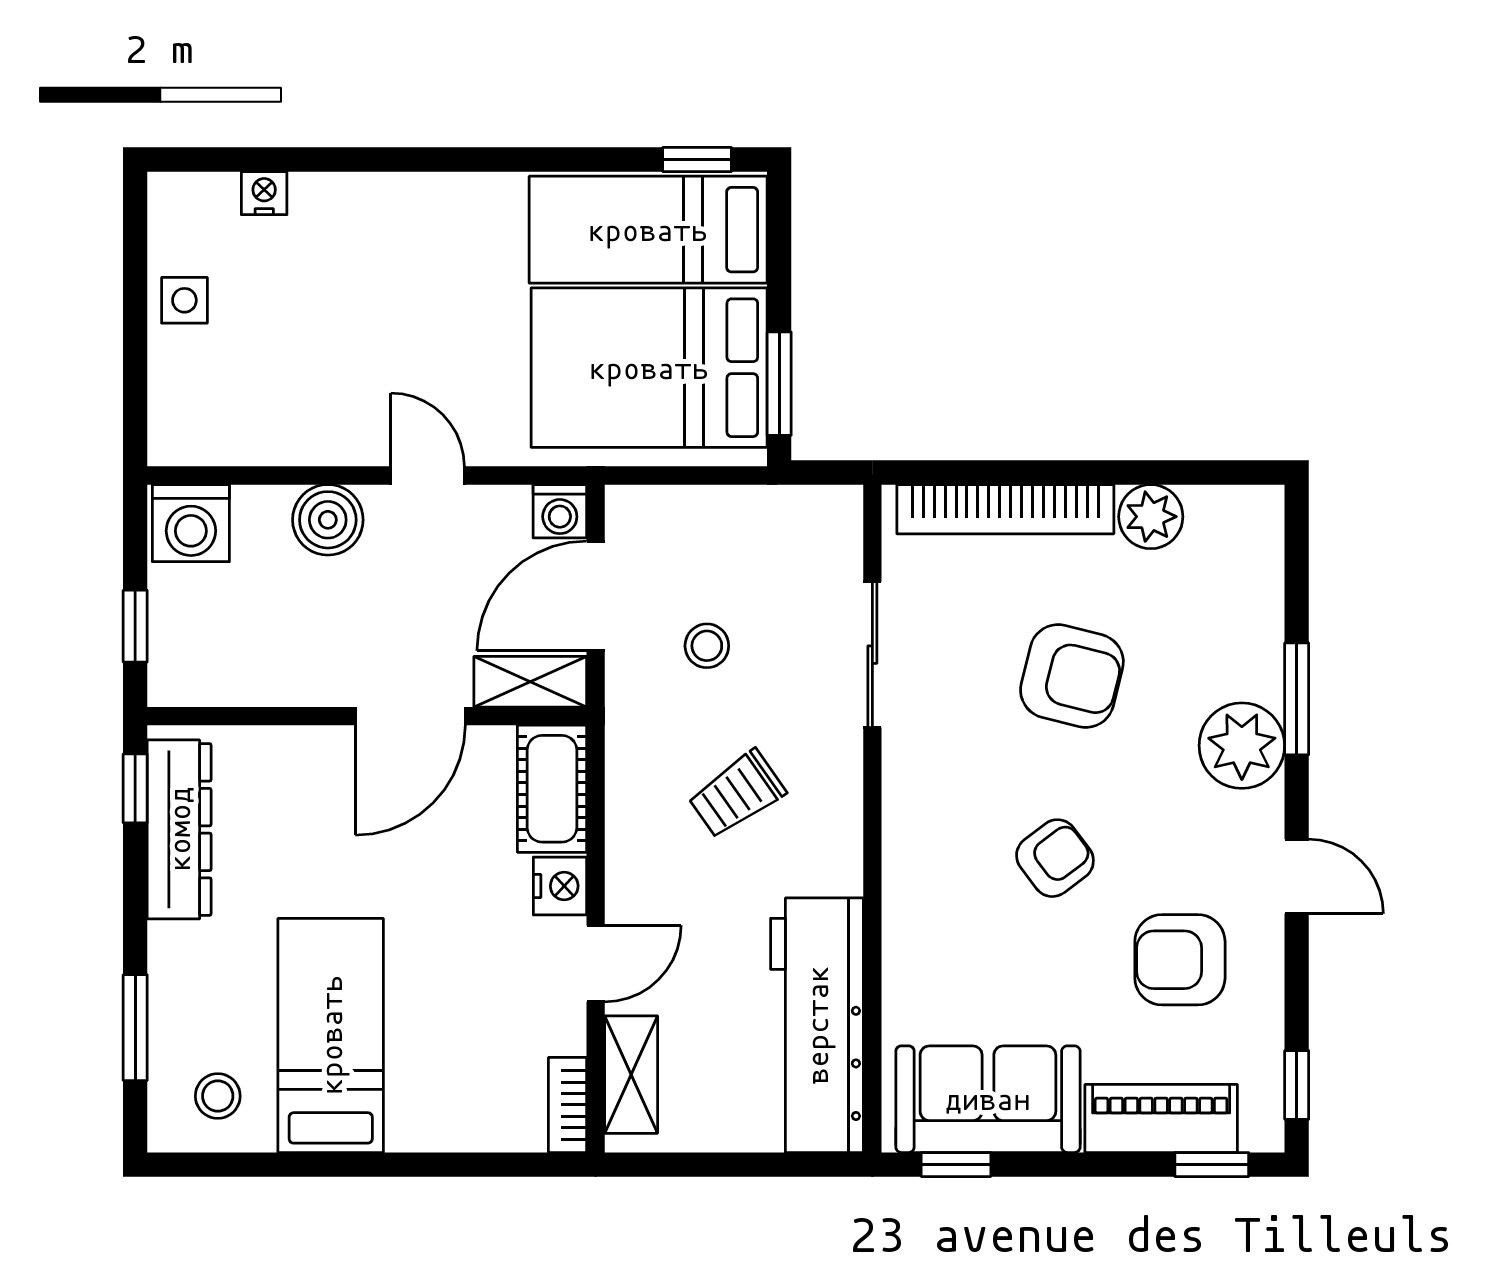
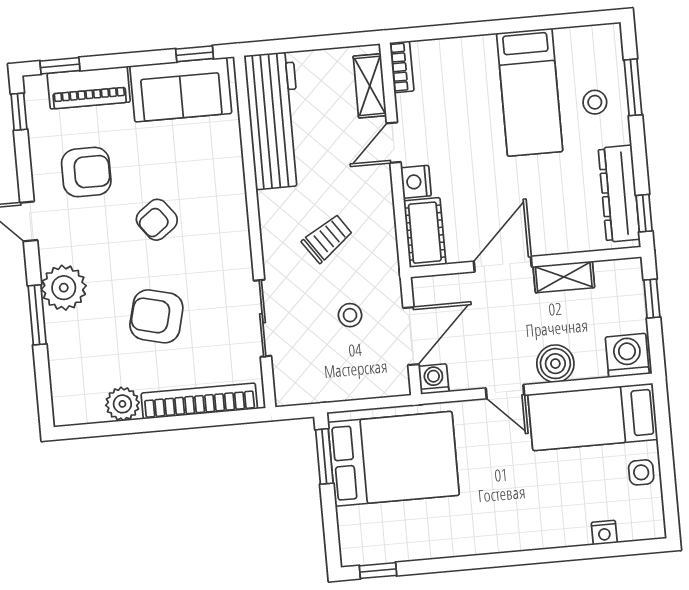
bed: (648, 230) -> (593, 417), moved, turned 180
shelving: (530, 682) -> (564, 277), moved
stool: (218, 1096) -> (595, 102), moved

